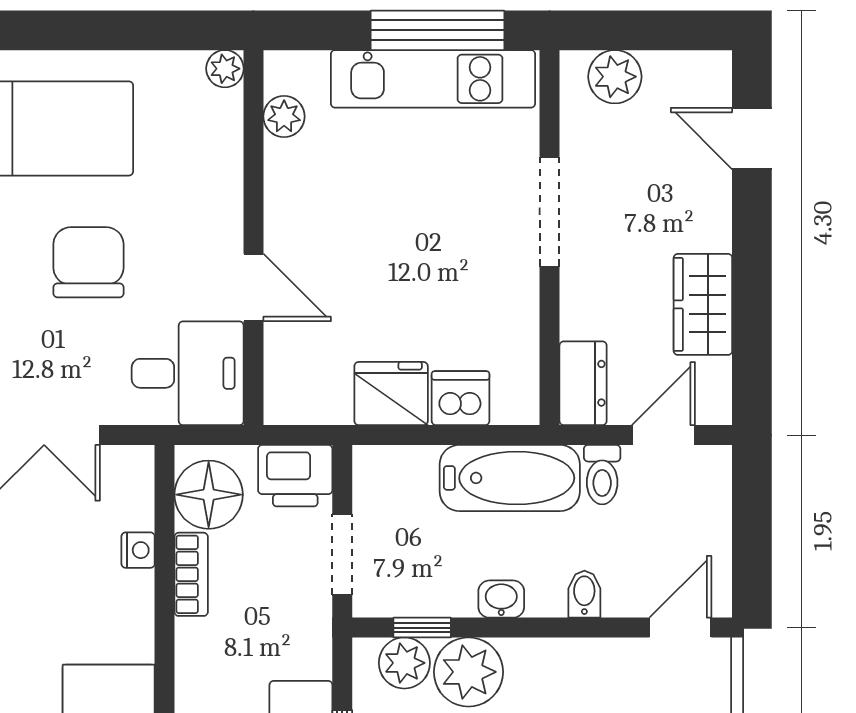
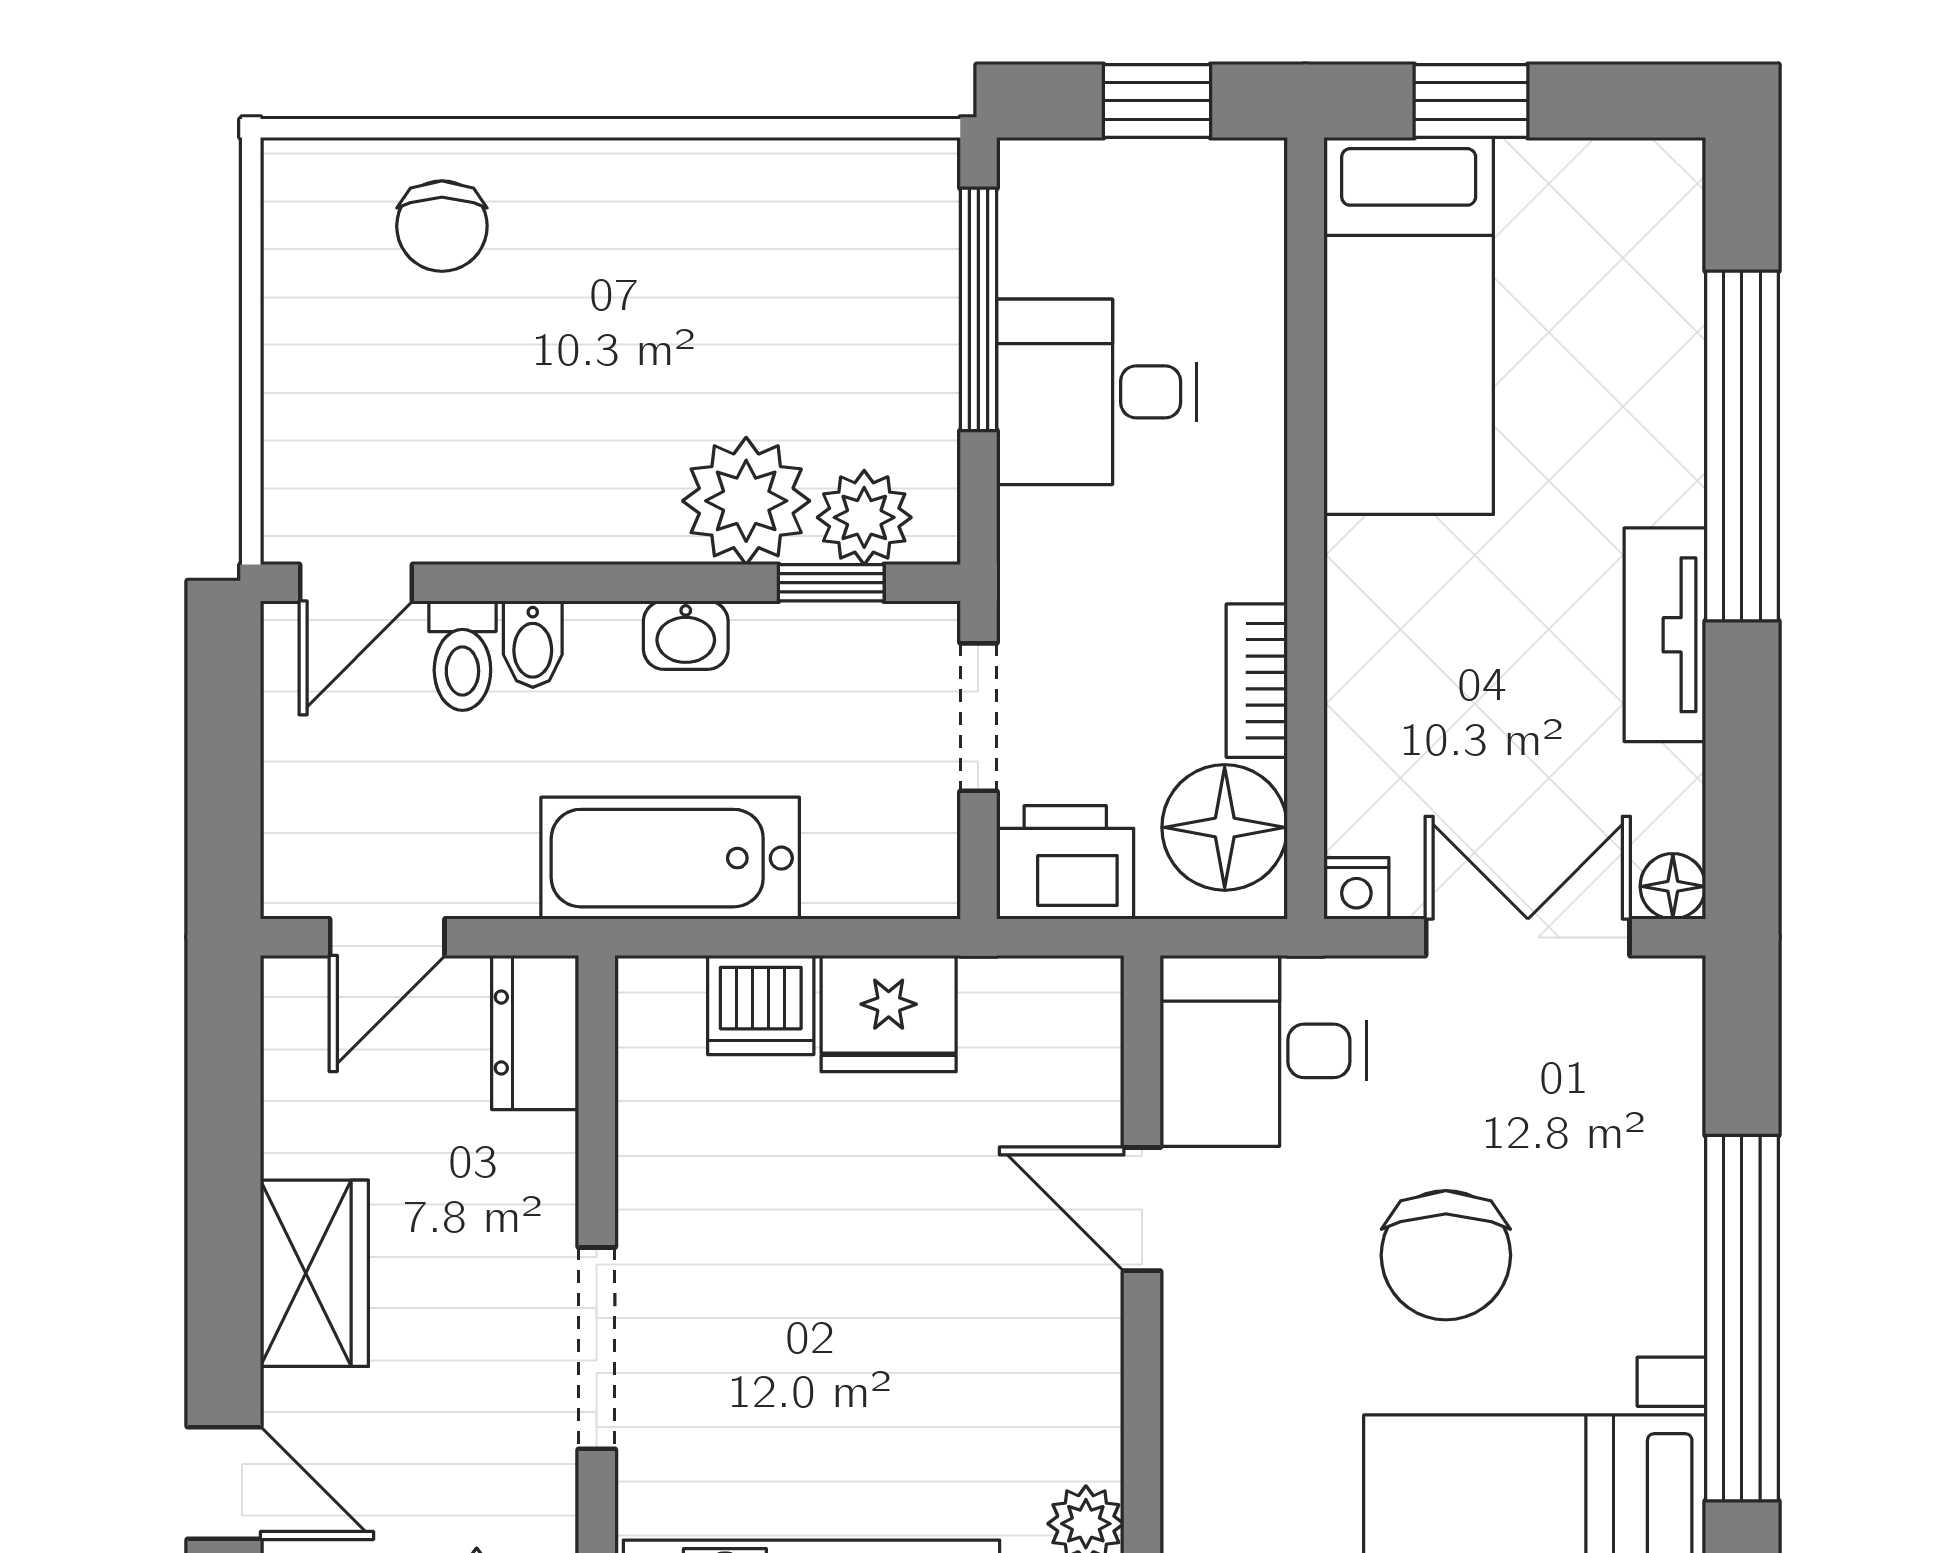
wardrobe: (703, 304) -> (314, 1273), moved
toilet: (602, 475) -> (462, 656), moved, turned 180
nightstand: (138, 550) -> (1356, 888), moved, turned -90

